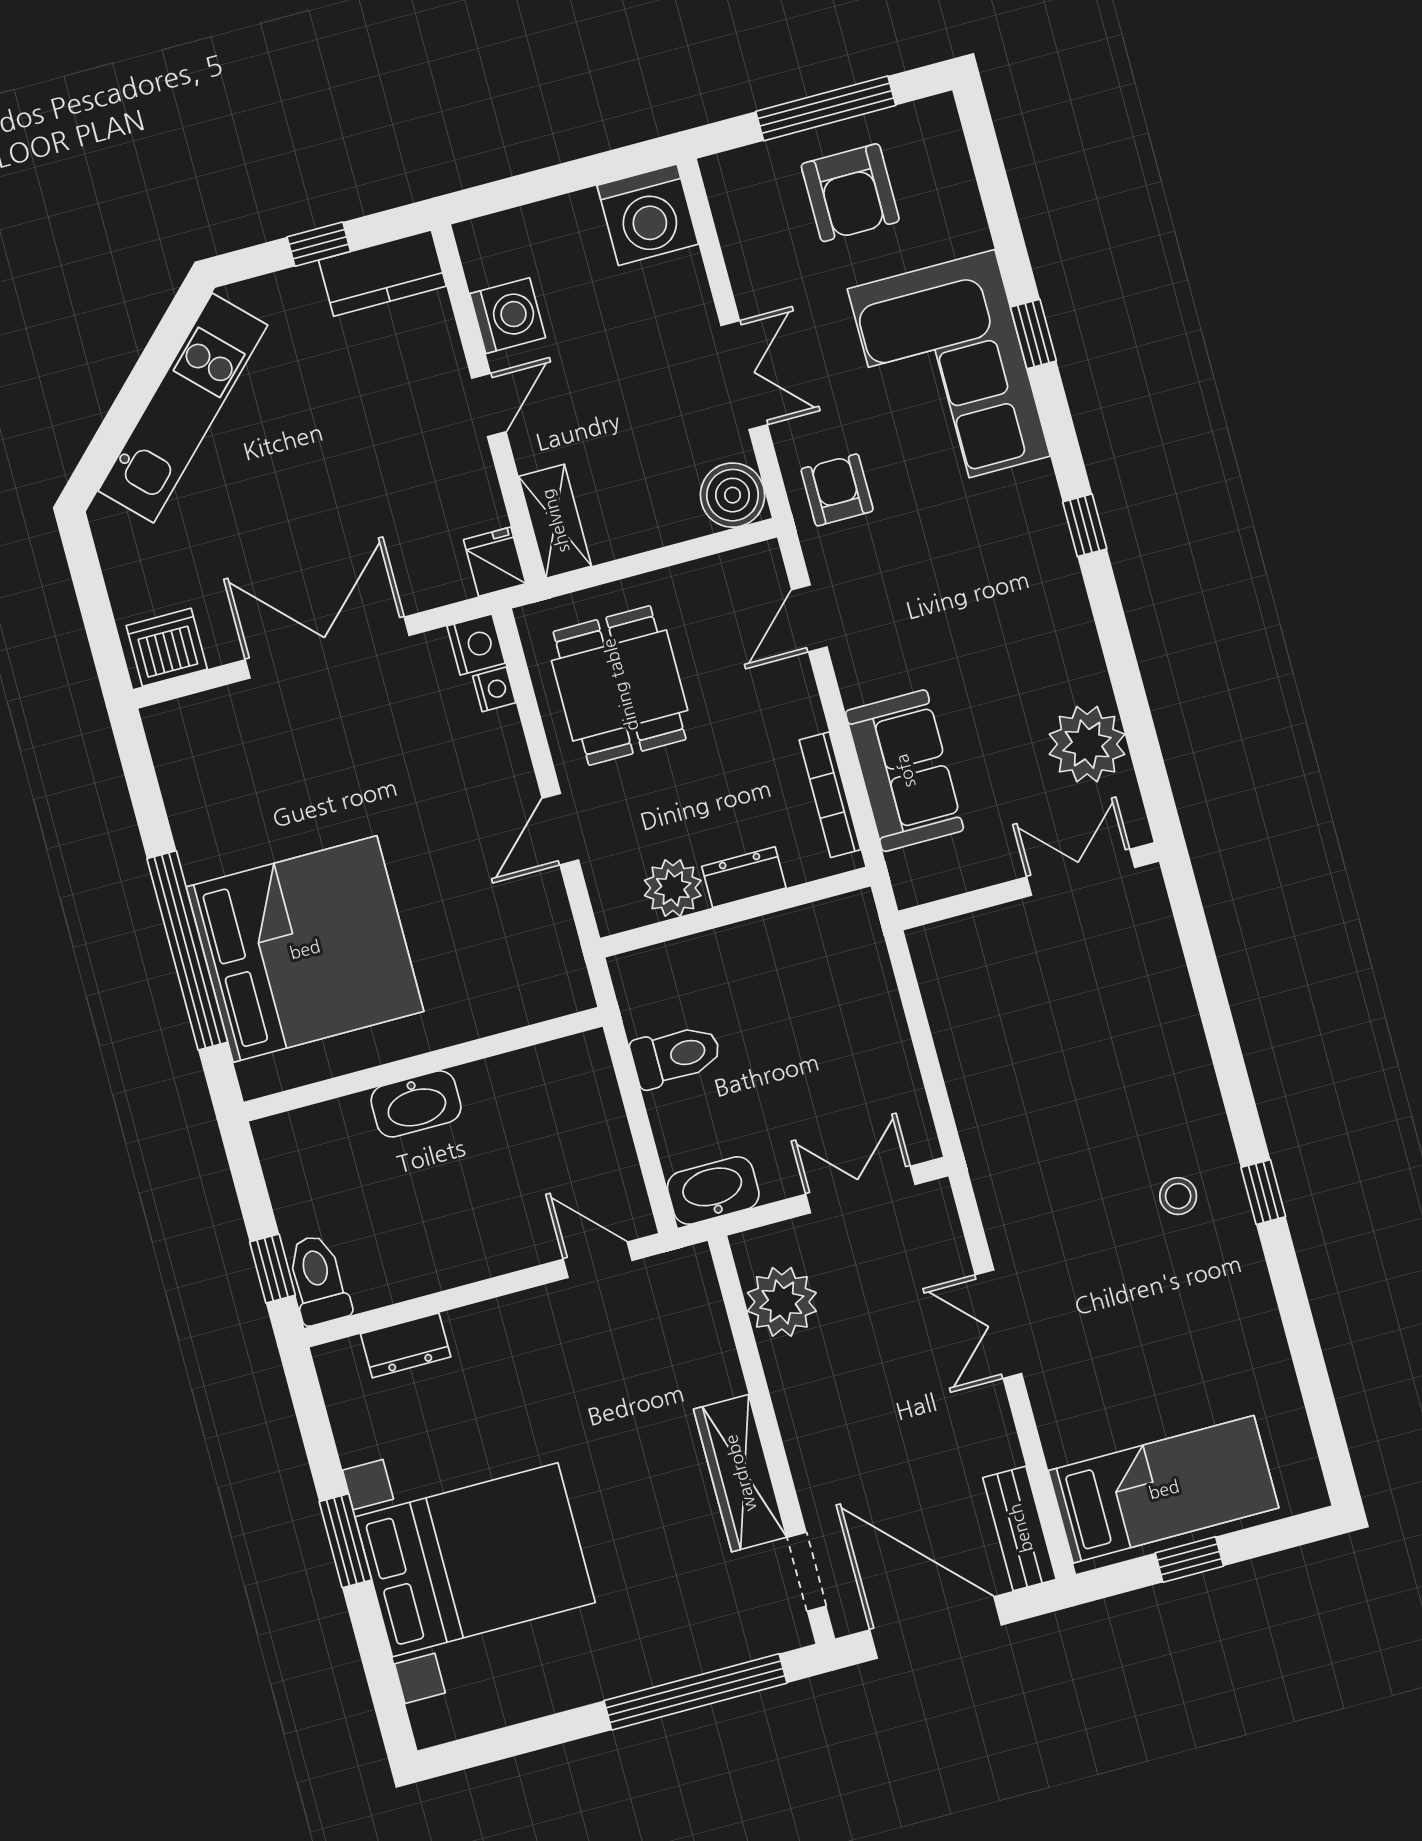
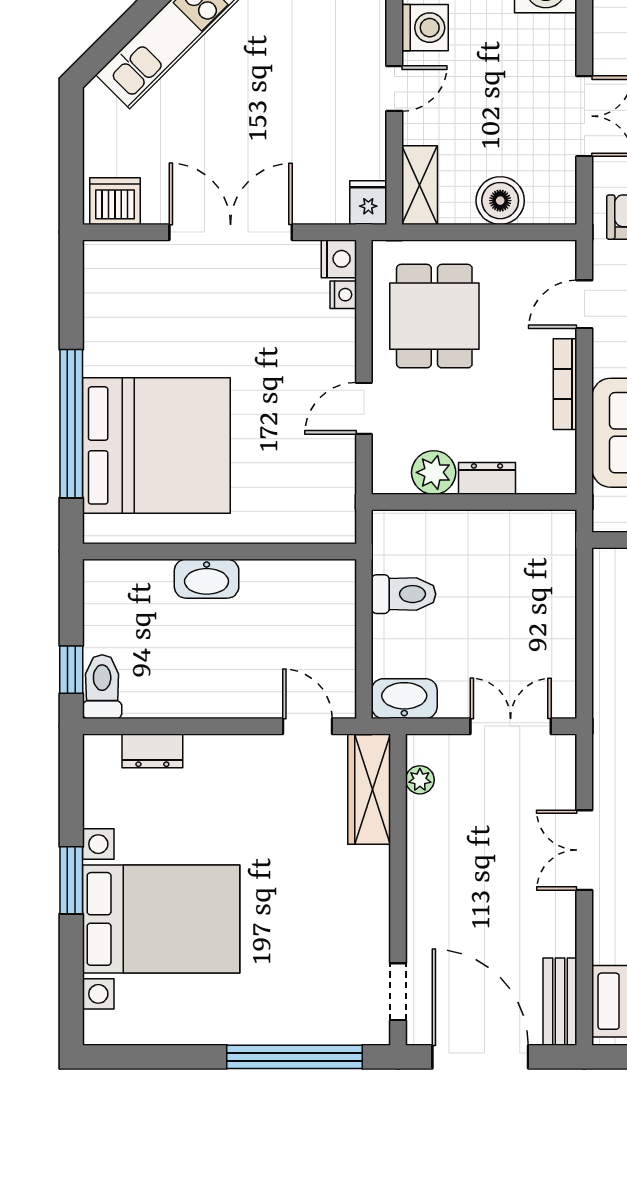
boiler: (733, 495) -> (500, 201), moved
bookcase: (830, 795) -> (565, 384), moved
plant: (782, 1302) -> (420, 780), width x0.53, depth x0.53
wardrobe: (740, 1473) -> (369, 789), moved

